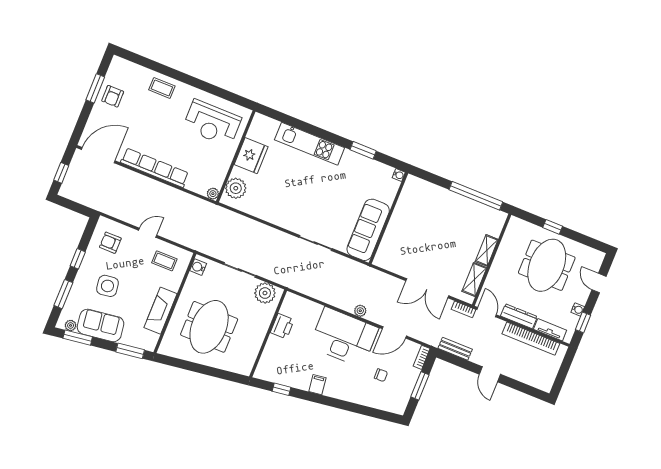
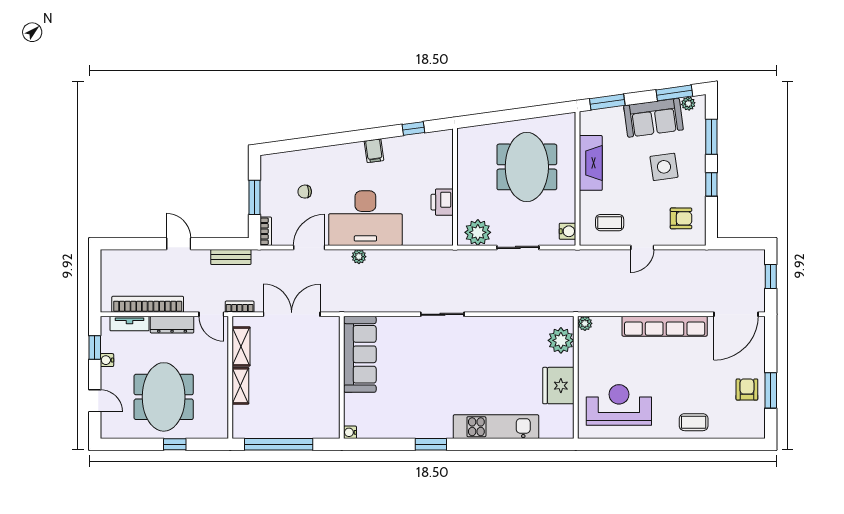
water cooler: (399, 175) -> (350, 432), moved
wall: (388, 218) -> (342, 377), moved
sofa: (368, 230) -> (360, 354), moved

